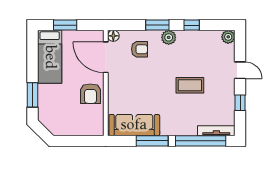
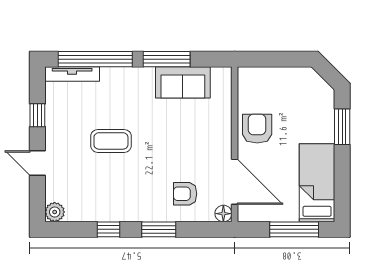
window: (65, 25) -> (294, 229), width x1.44
plant: (169, 37) -> (142, 211), removed
sofa: (134, 125) -> (183, 82), width x0.73

